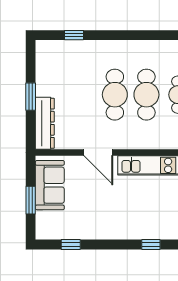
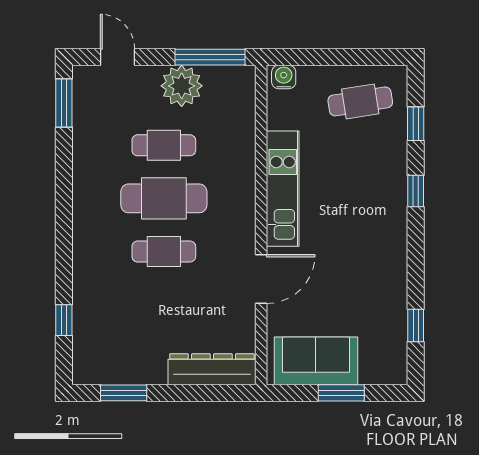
cafe table: (115, 95) -> (164, 252), width x0.73, depth x0.74
window: (31, 97) -> (124, 393), moved

